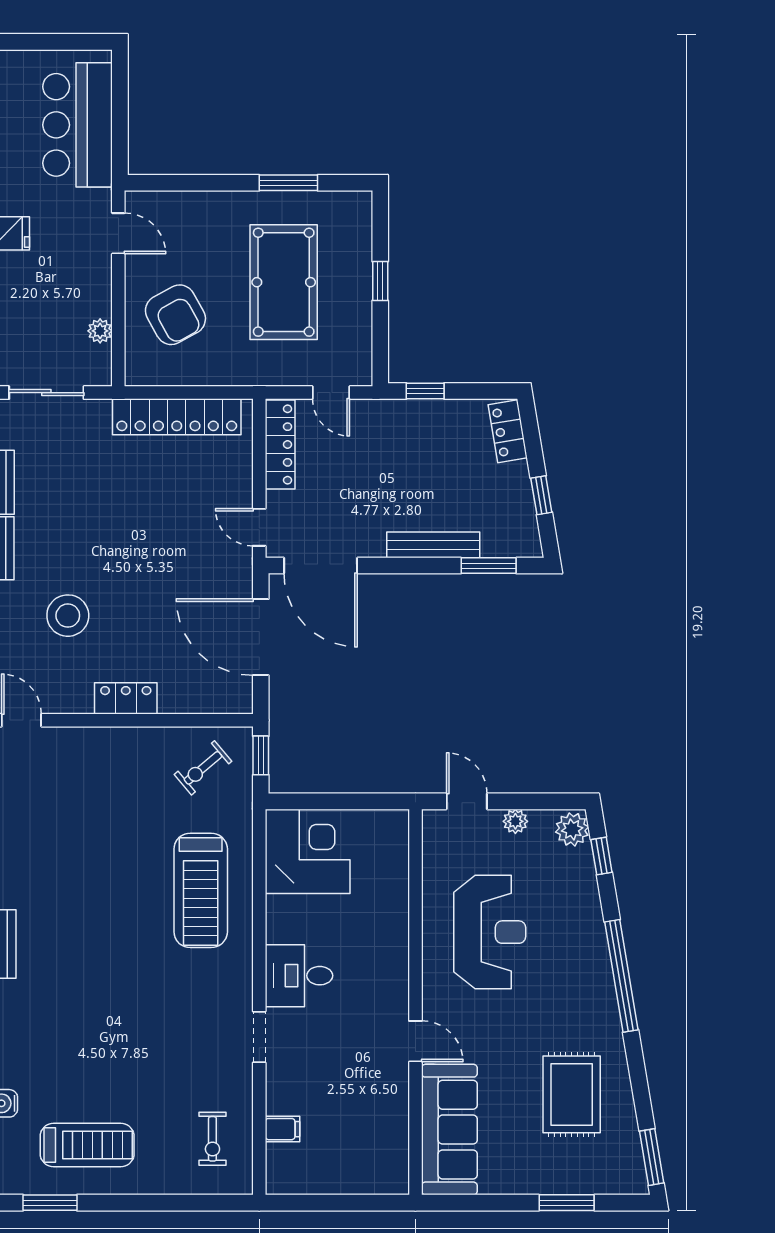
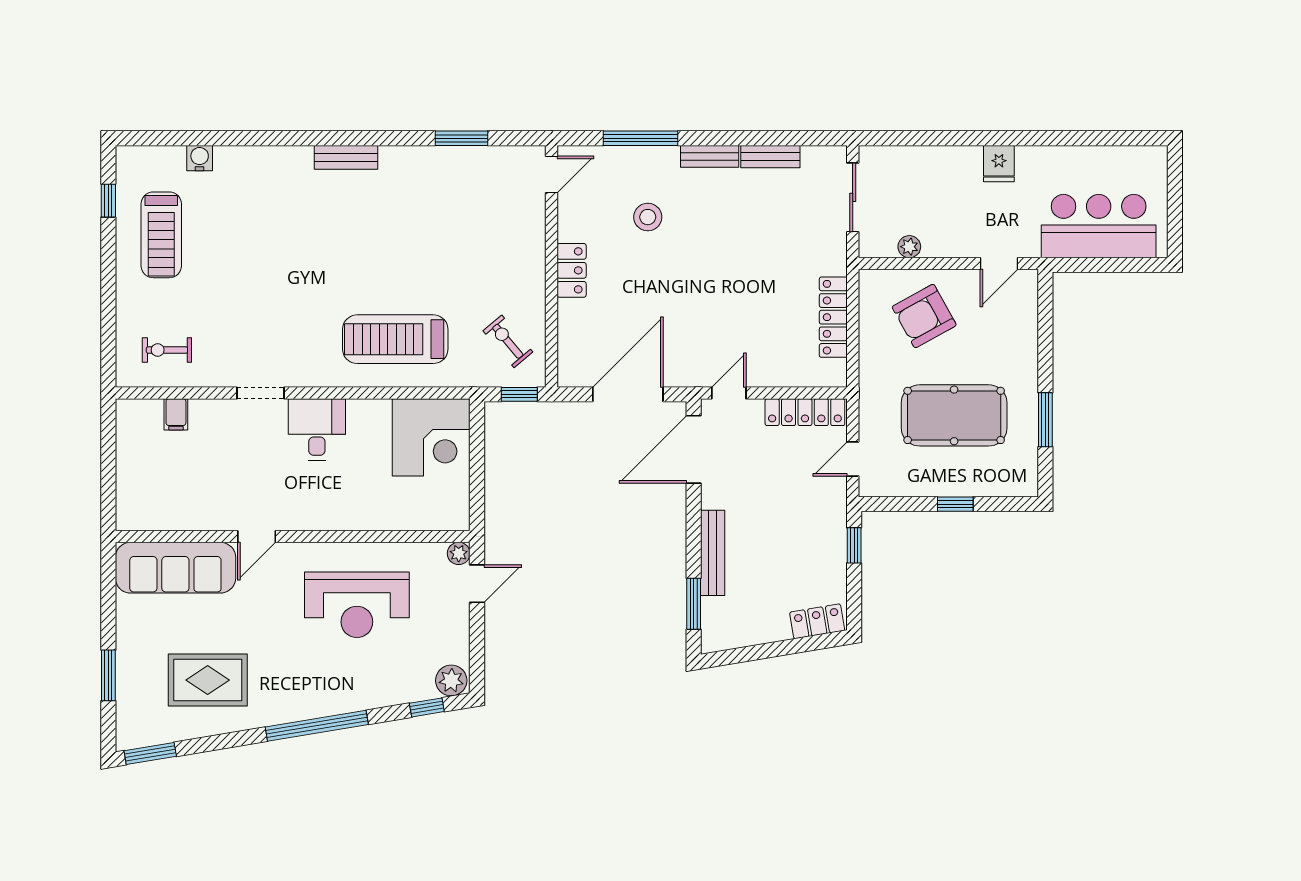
locker: (177, 417) -> (833, 317), width x0.71, depth x0.83
window: (541, 495) -> (758, 652), removed
stool: (68, 616) -> (648, 217), width x0.73, depth x0.73
plant: (515, 821) -> (459, 553), moved
window: (50, 1203) -> (108, 201), width x0.67

